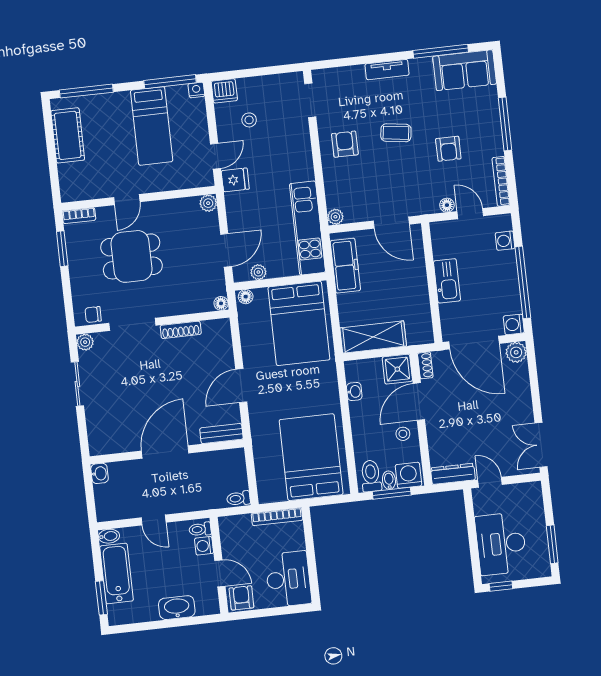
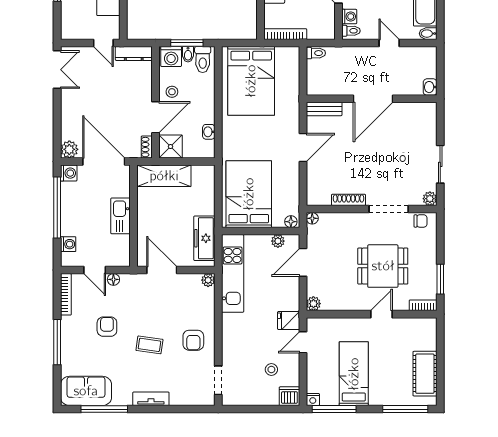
shelving: (373, 337) -> (164, 176), moved

